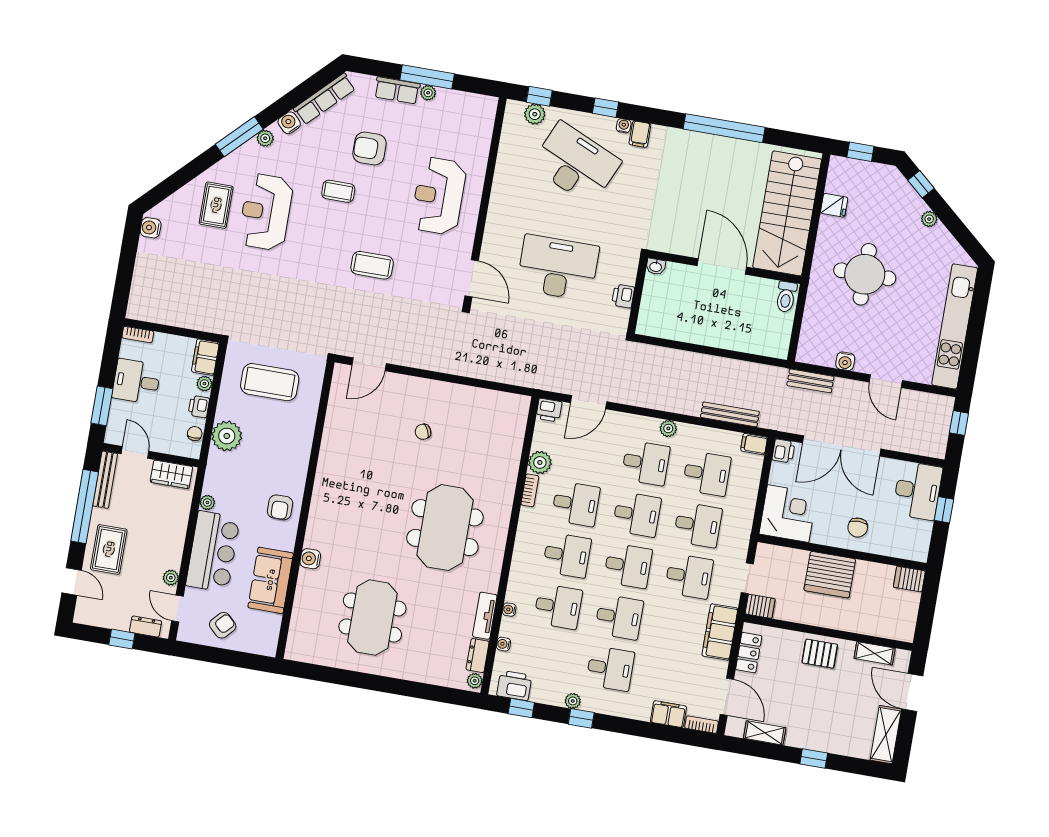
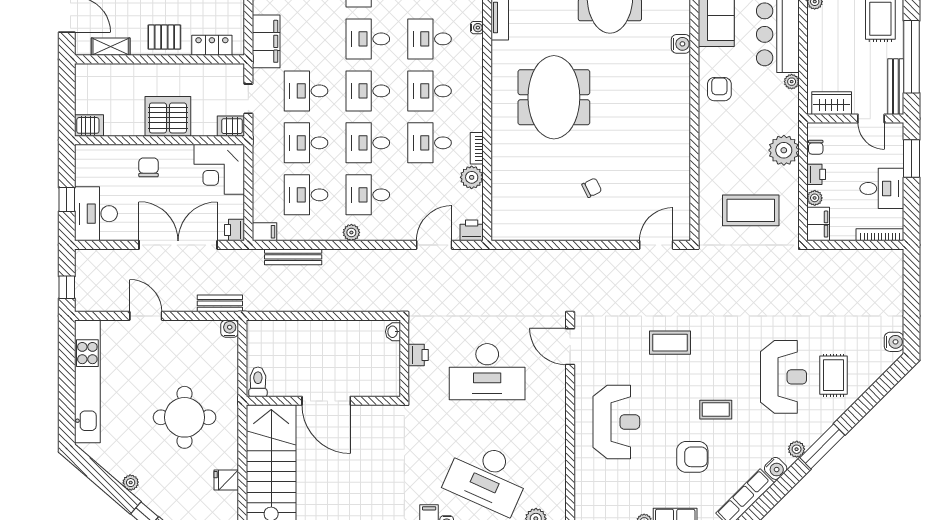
washbasin: (656, 267) -> (393, 332), moved, turned -90
bookcase: (138, 335) -> (880, 235), width x1.56
water cooler: (845, 361) -> (230, 329), moved
server rack: (760, 606) -> (231, 126), moved
locker: (749, 653) -> (212, 45), moved, turned 90

